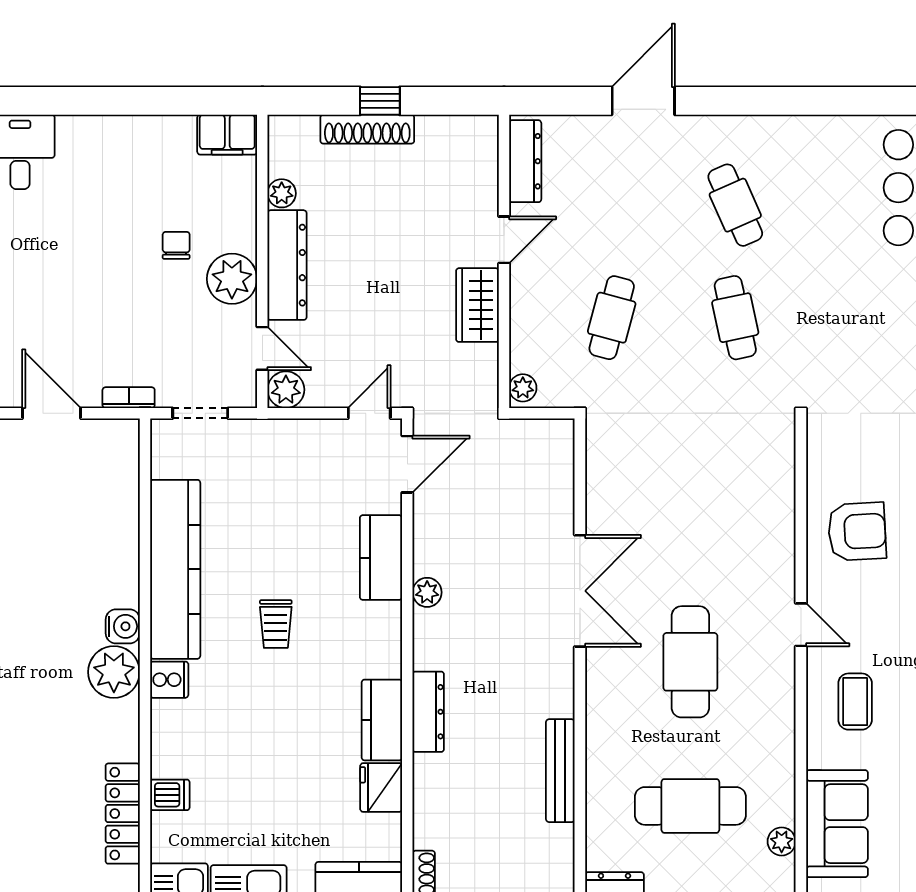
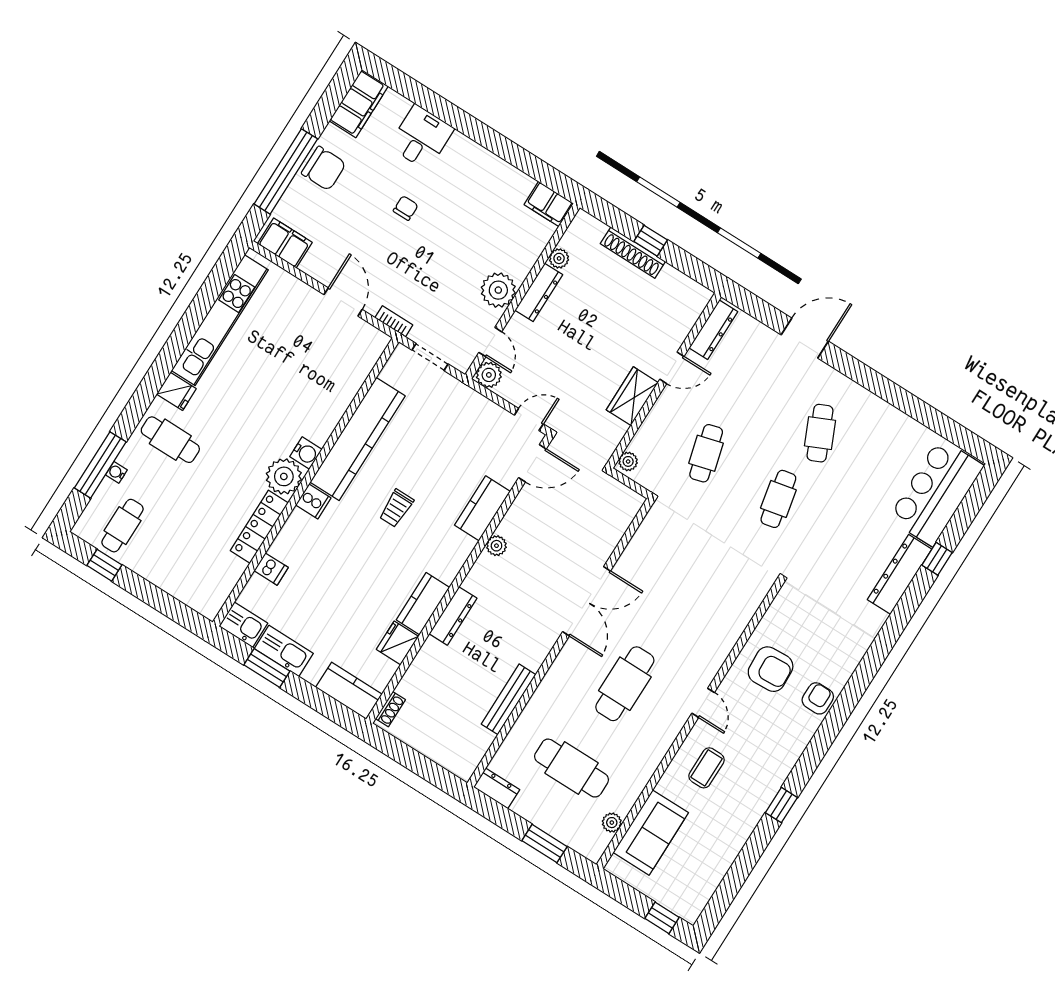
chair: (176, 245) -> (406, 208), moved
dresser: (287, 265) -> (539, 292), width x0.73, depth x0.80
cafe table: (612, 318) -> (706, 453), turned -30
locker: (123, 814) -> (259, 527), moved

